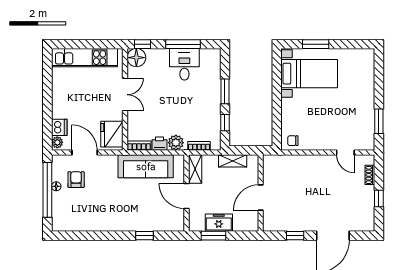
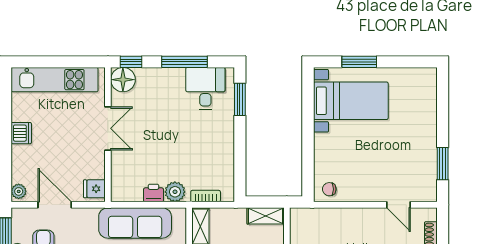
desk: (184, 64) -> (205, 88), moved
window: (225, 91) -> (240, 99), moved
window: (225, 123) -> (240, 166), removed
dishwasher: (59, 127) -> (21, 133), moved
fridge: (112, 134) -> (94, 189), width x0.53, depth x0.75
bookcase: (139, 146) -> (126, 196), removed
shelving: (233, 161) -> (266, 216), moved

